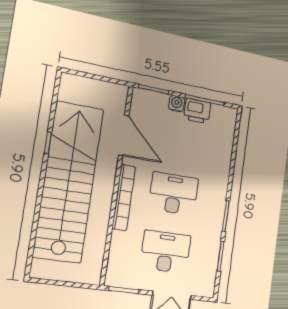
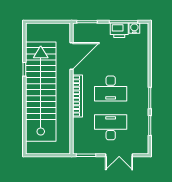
water cooler: (177, 104) -> (134, 28), moved
door: (124, 136) -> (72, 56), hinge flipped
desk: (174, 194) -> (111, 88), turned 180

